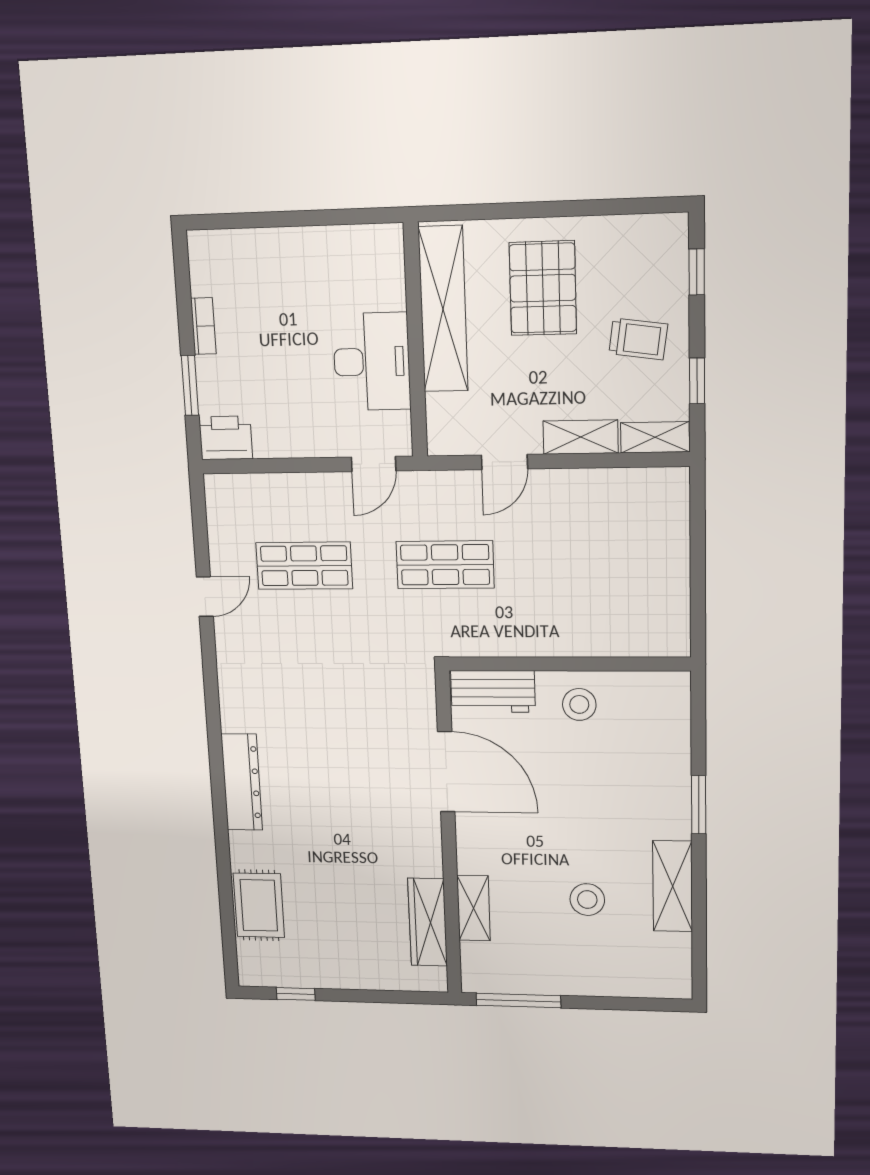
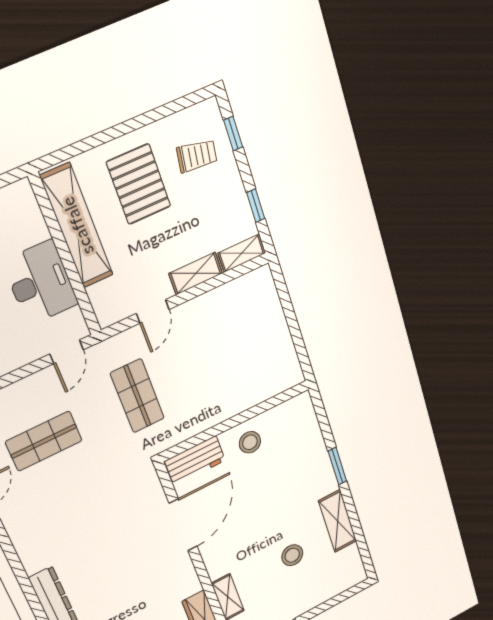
trolley: (638, 339) -> (197, 156), moved
shop shelf: (445, 565) -> (137, 396), turned 90
door: (446, 772) -> (183, 525), hinge flipped

